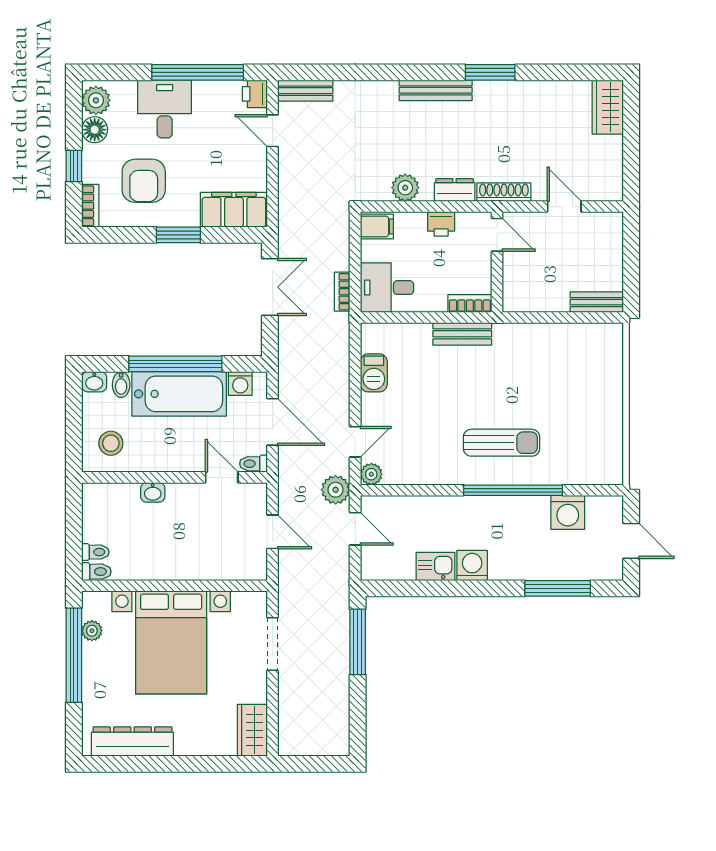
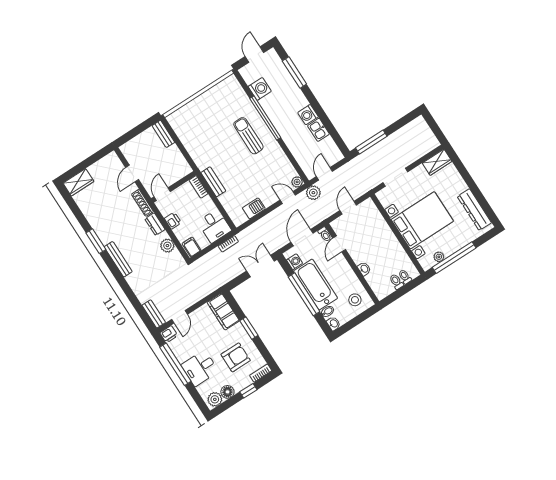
double door: (270, 287) -> (260, 266), moved
toilet: (96, 572) -> (396, 282), moved

